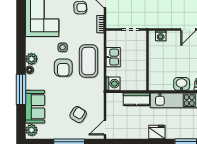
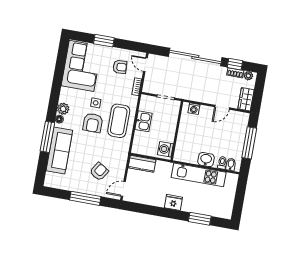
washing machine: (113, 84) -> (165, 149), moved, turned 180
kitchen counter: (136, 99) -> (142, 164), moved
sofa: (35, 107) -> (59, 150), width x1.36
plant: (32, 130) -> (51, 179), removed

